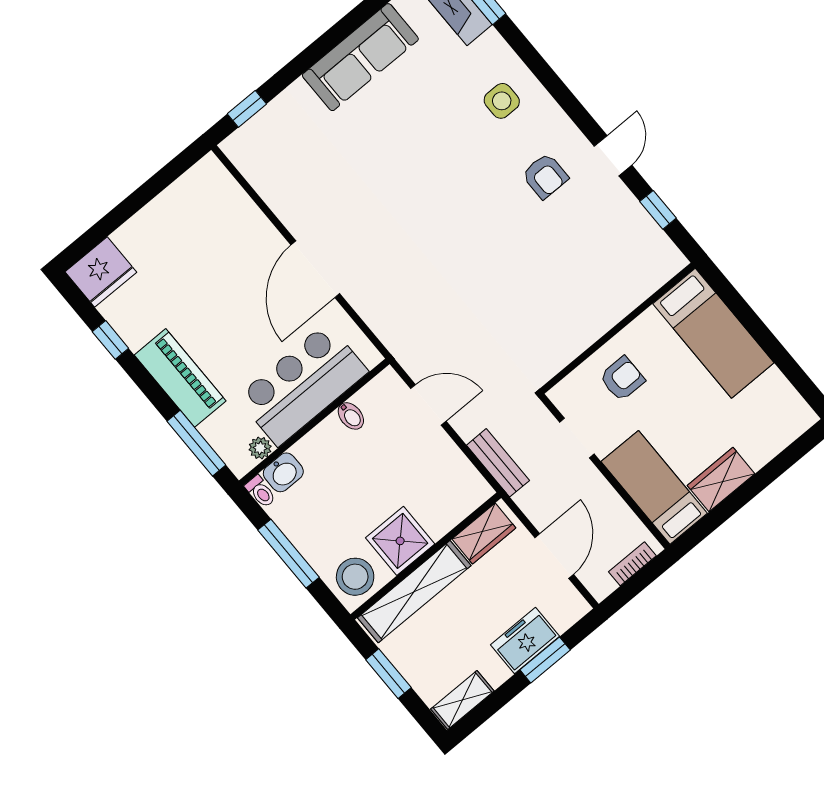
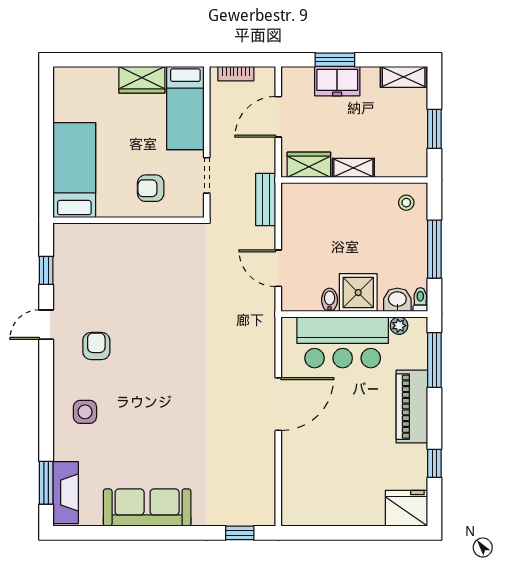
shower: (400, 541) -> (358, 293), moved
stool: (355, 577) -> (406, 203), width x0.53, depth x0.53
shelving: (414, 592) -> (353, 168), width x0.45, depth x0.75

